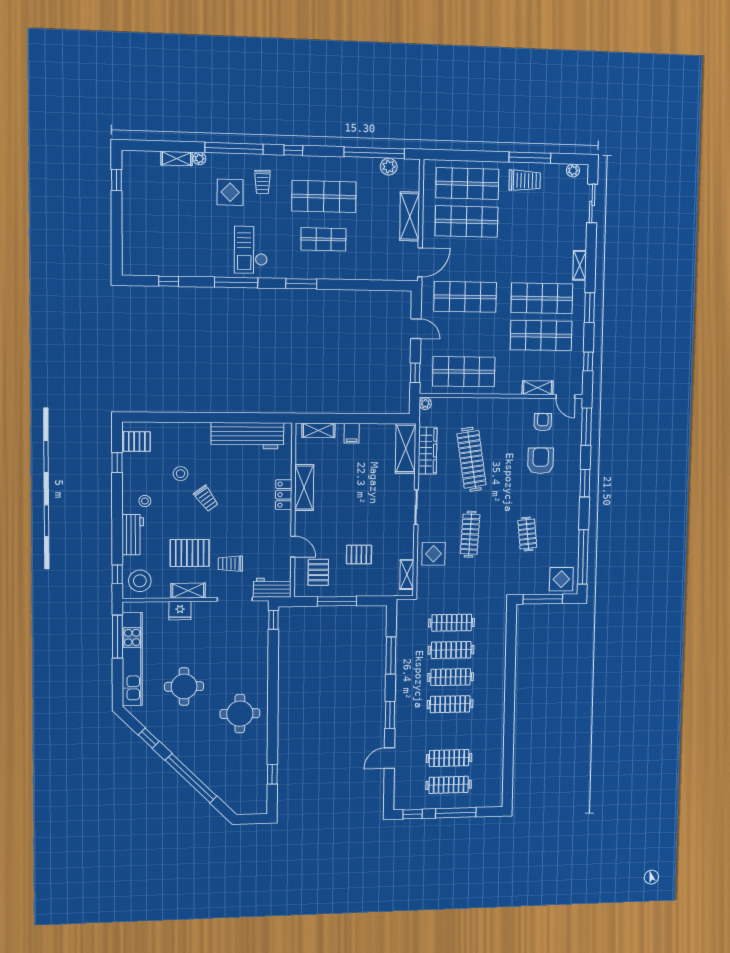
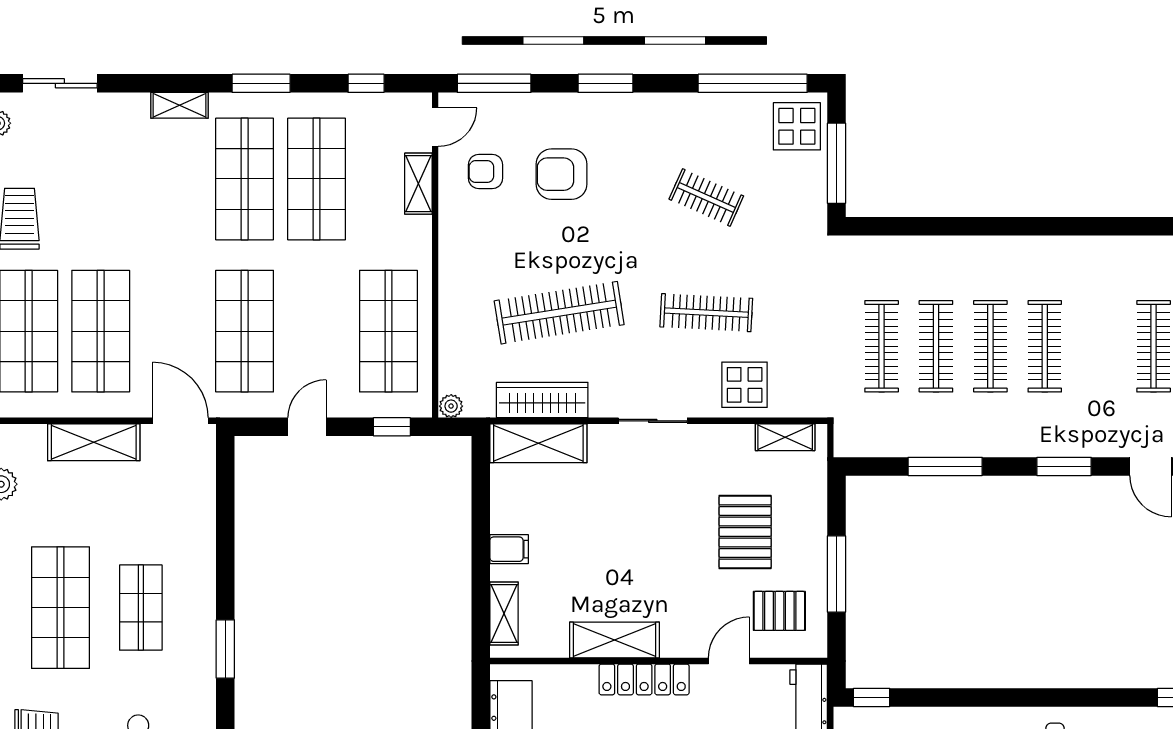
locker: (284, 495) -> (644, 679), width x1.53
clothes rail: (527, 534) -> (706, 198), turned 30
pallet: (359, 555) -> (745, 532), width x1.50, depth x1.42

